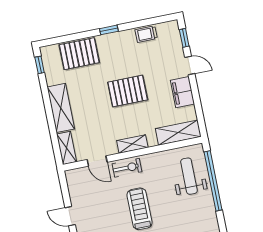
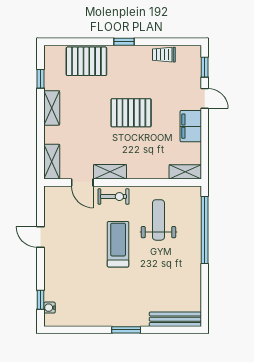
window: (40, 65) -> (41, 79), moved
shelving: (61, 108) -> (52, 108), width x0.67, depth x0.75
shelving: (178, 133) -> (185, 172), width x0.67, depth x0.75
shelving: (132, 144) -> (110, 172), moved
weight bench: (189, 176) -> (158, 220), moved

